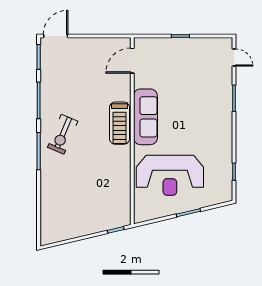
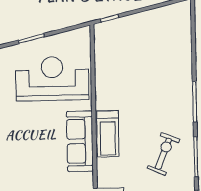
treadmill: (120, 123) -> (108, 134), turned 180
exercise bike: (63, 134) -> (163, 154), moved

